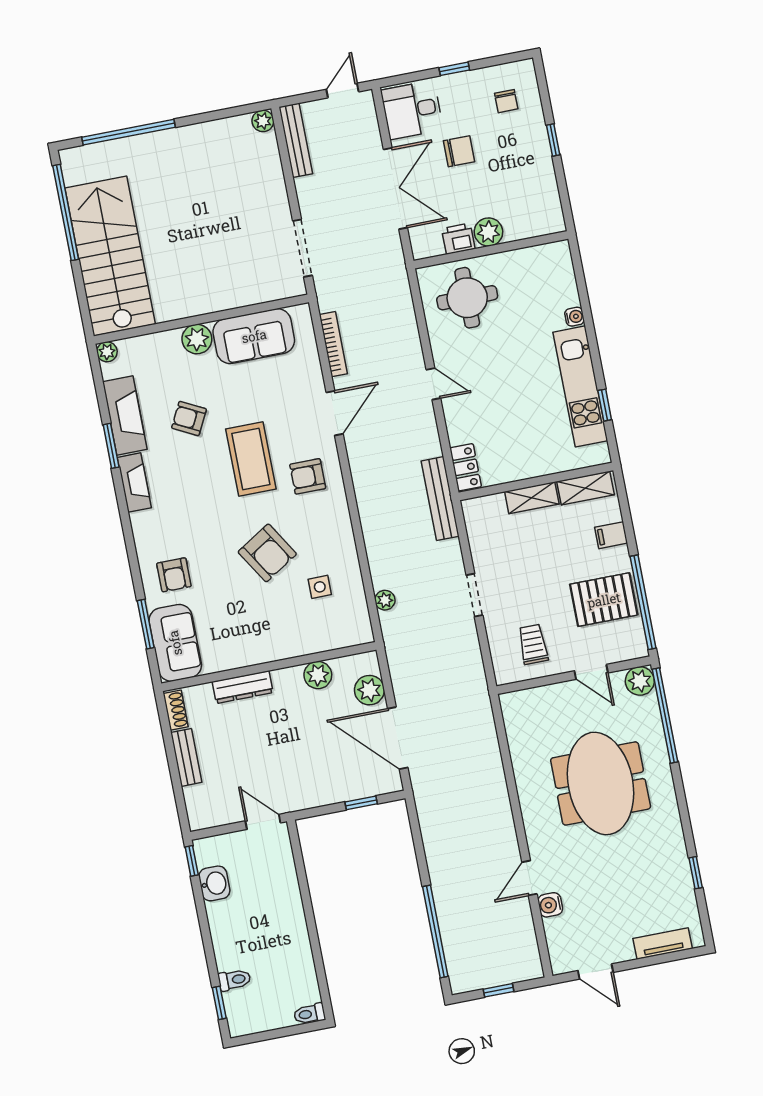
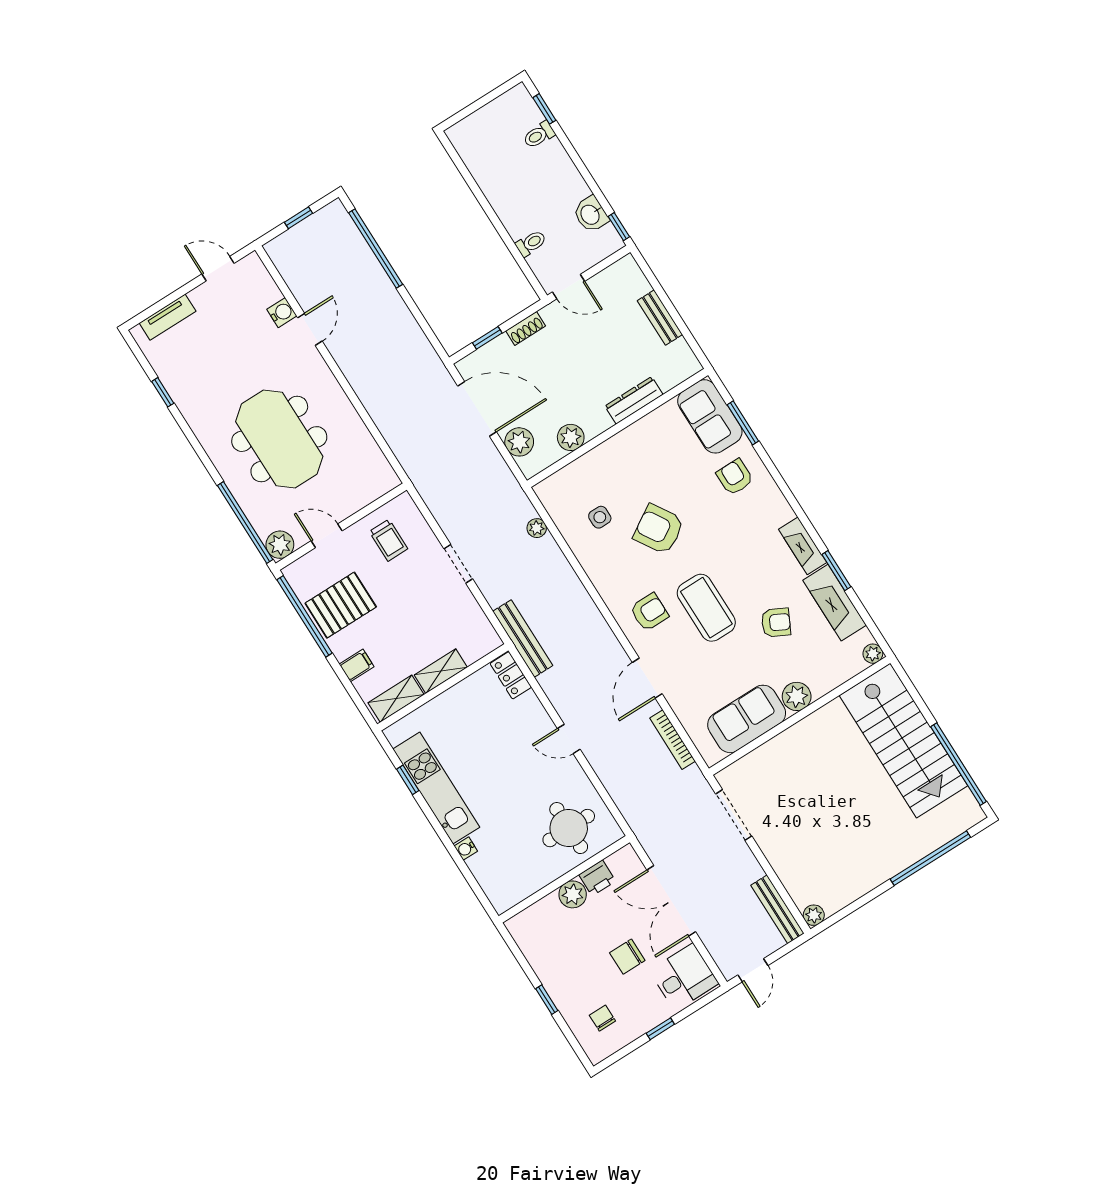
shoe rack: (176, 710) -> (526, 328), moved, turned -90
toilet: (309, 1014) -> (531, 243), moved

